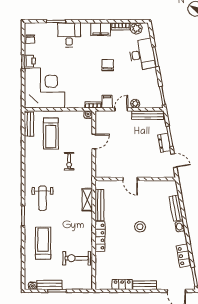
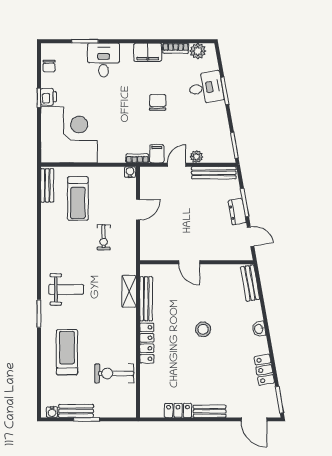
desk: (142, 54) -> (206, 88), width x0.73
weight bench: (42, 198) -> (66, 289), turned -90
bench: (176, 208) -> (250, 283), moved

